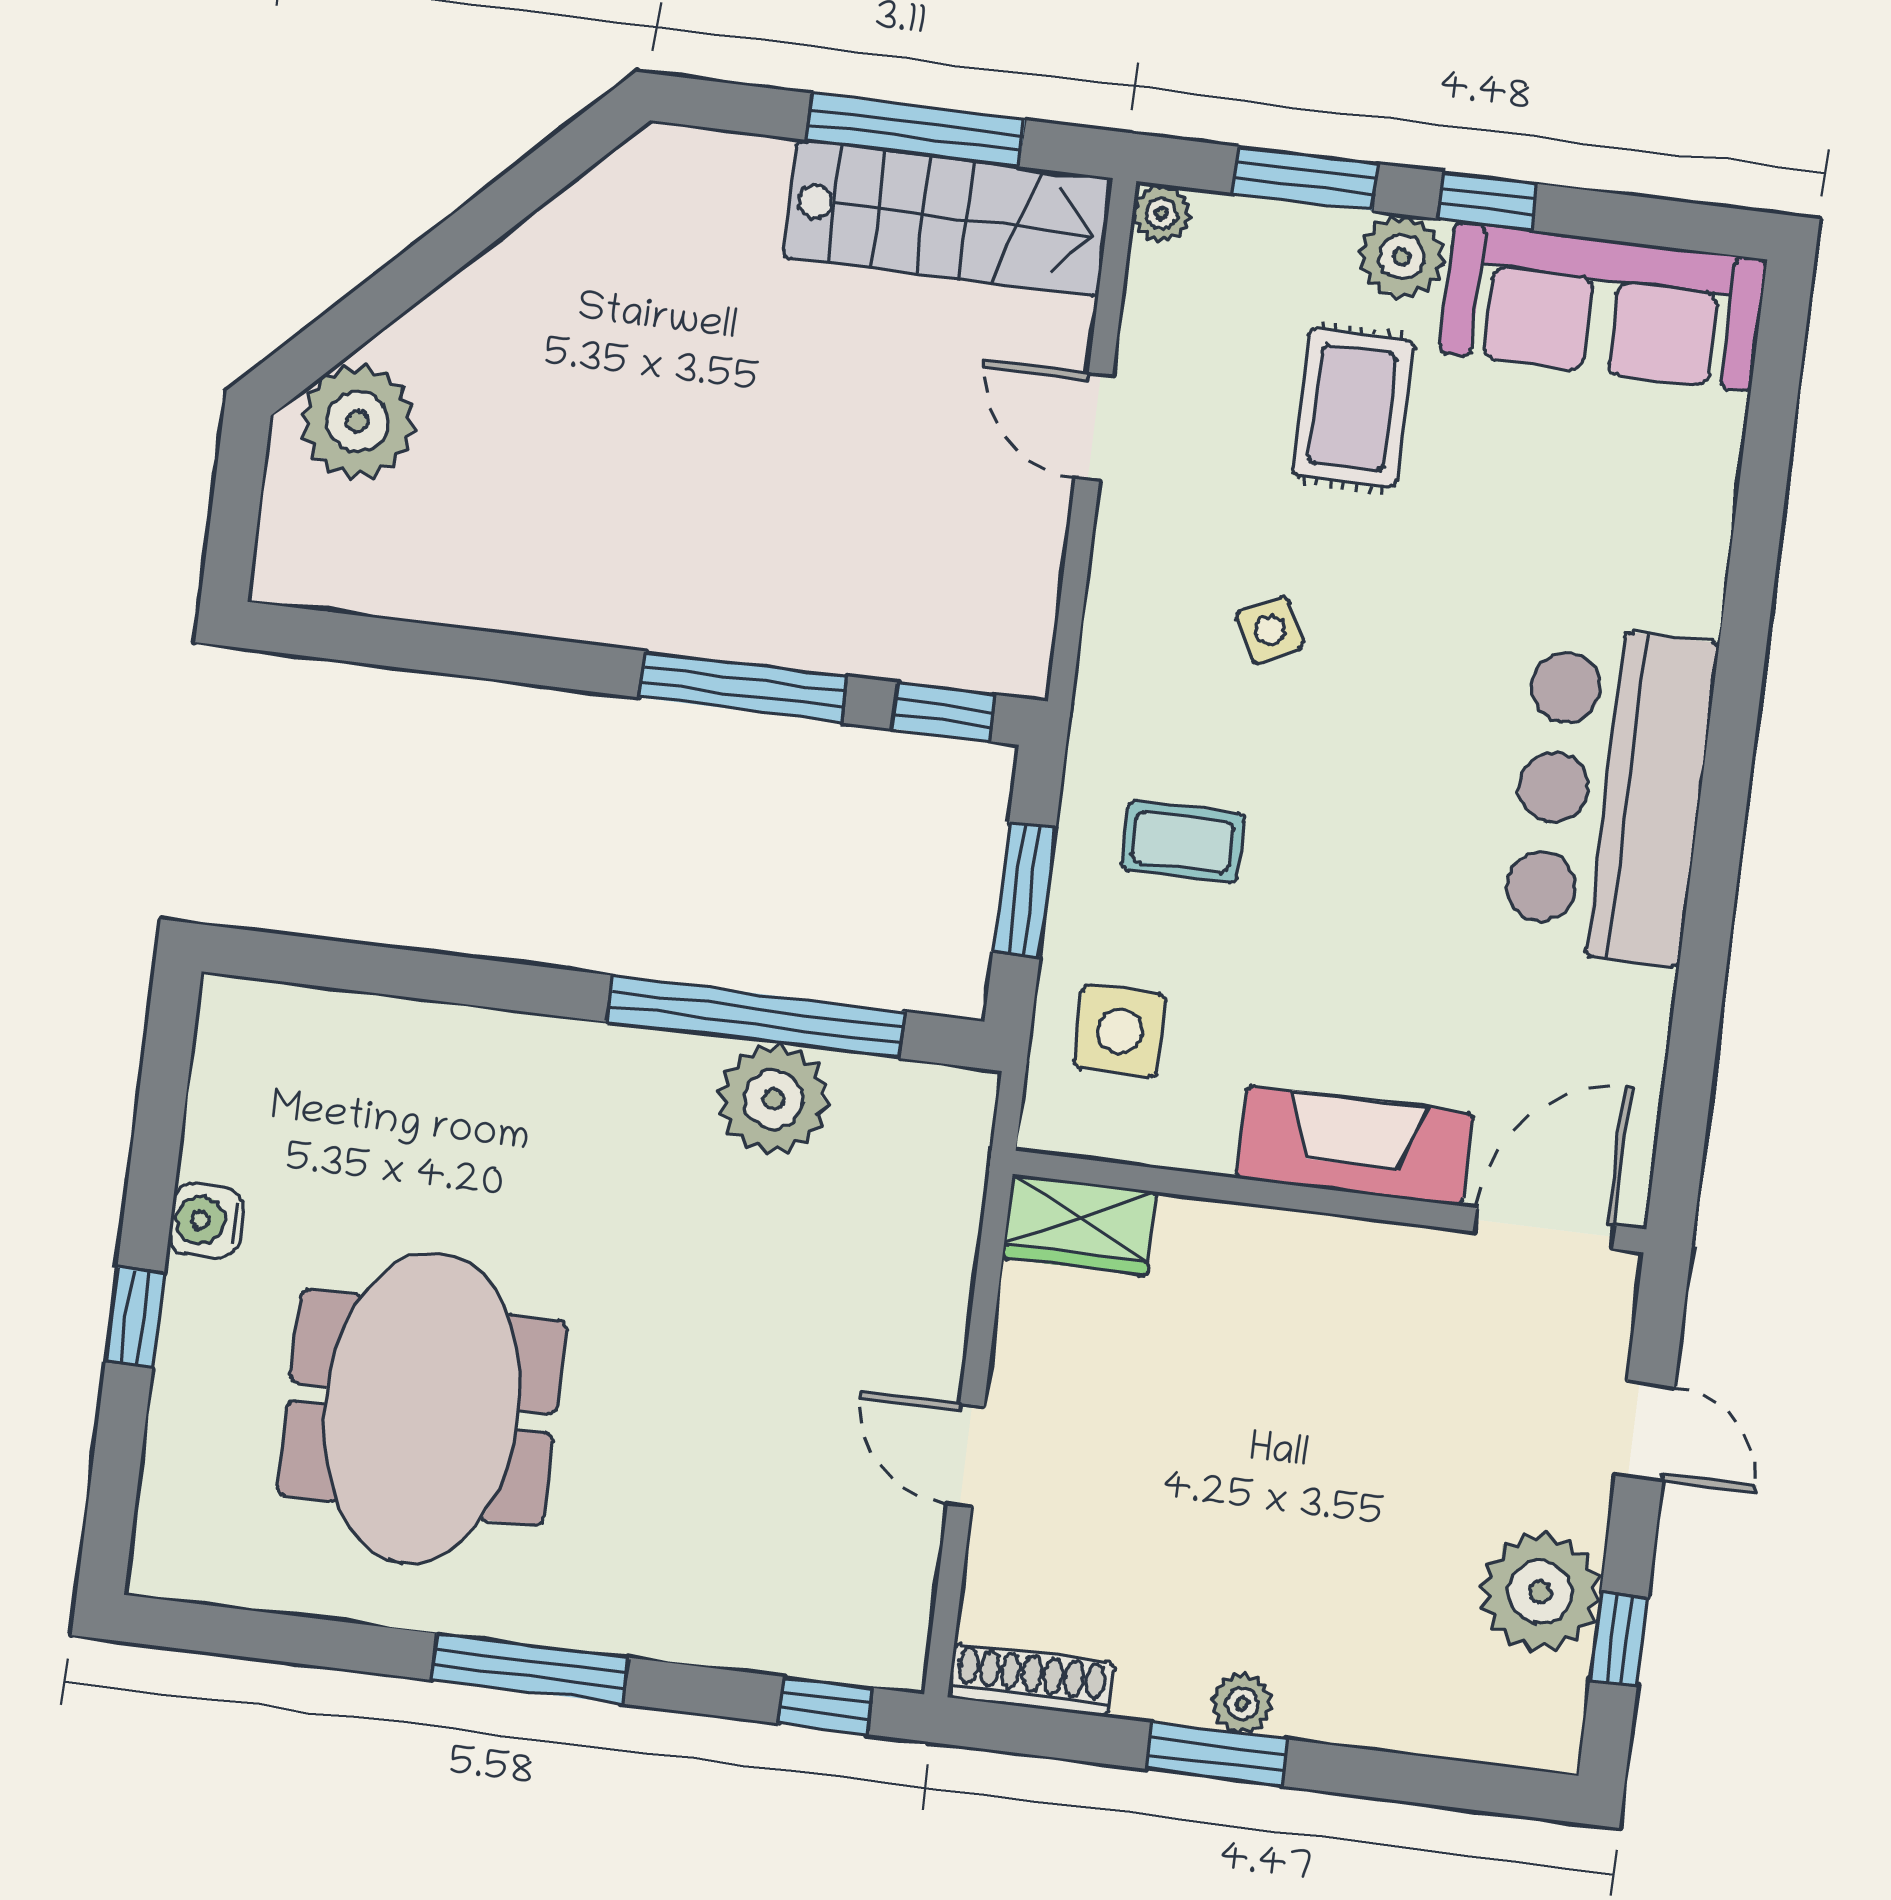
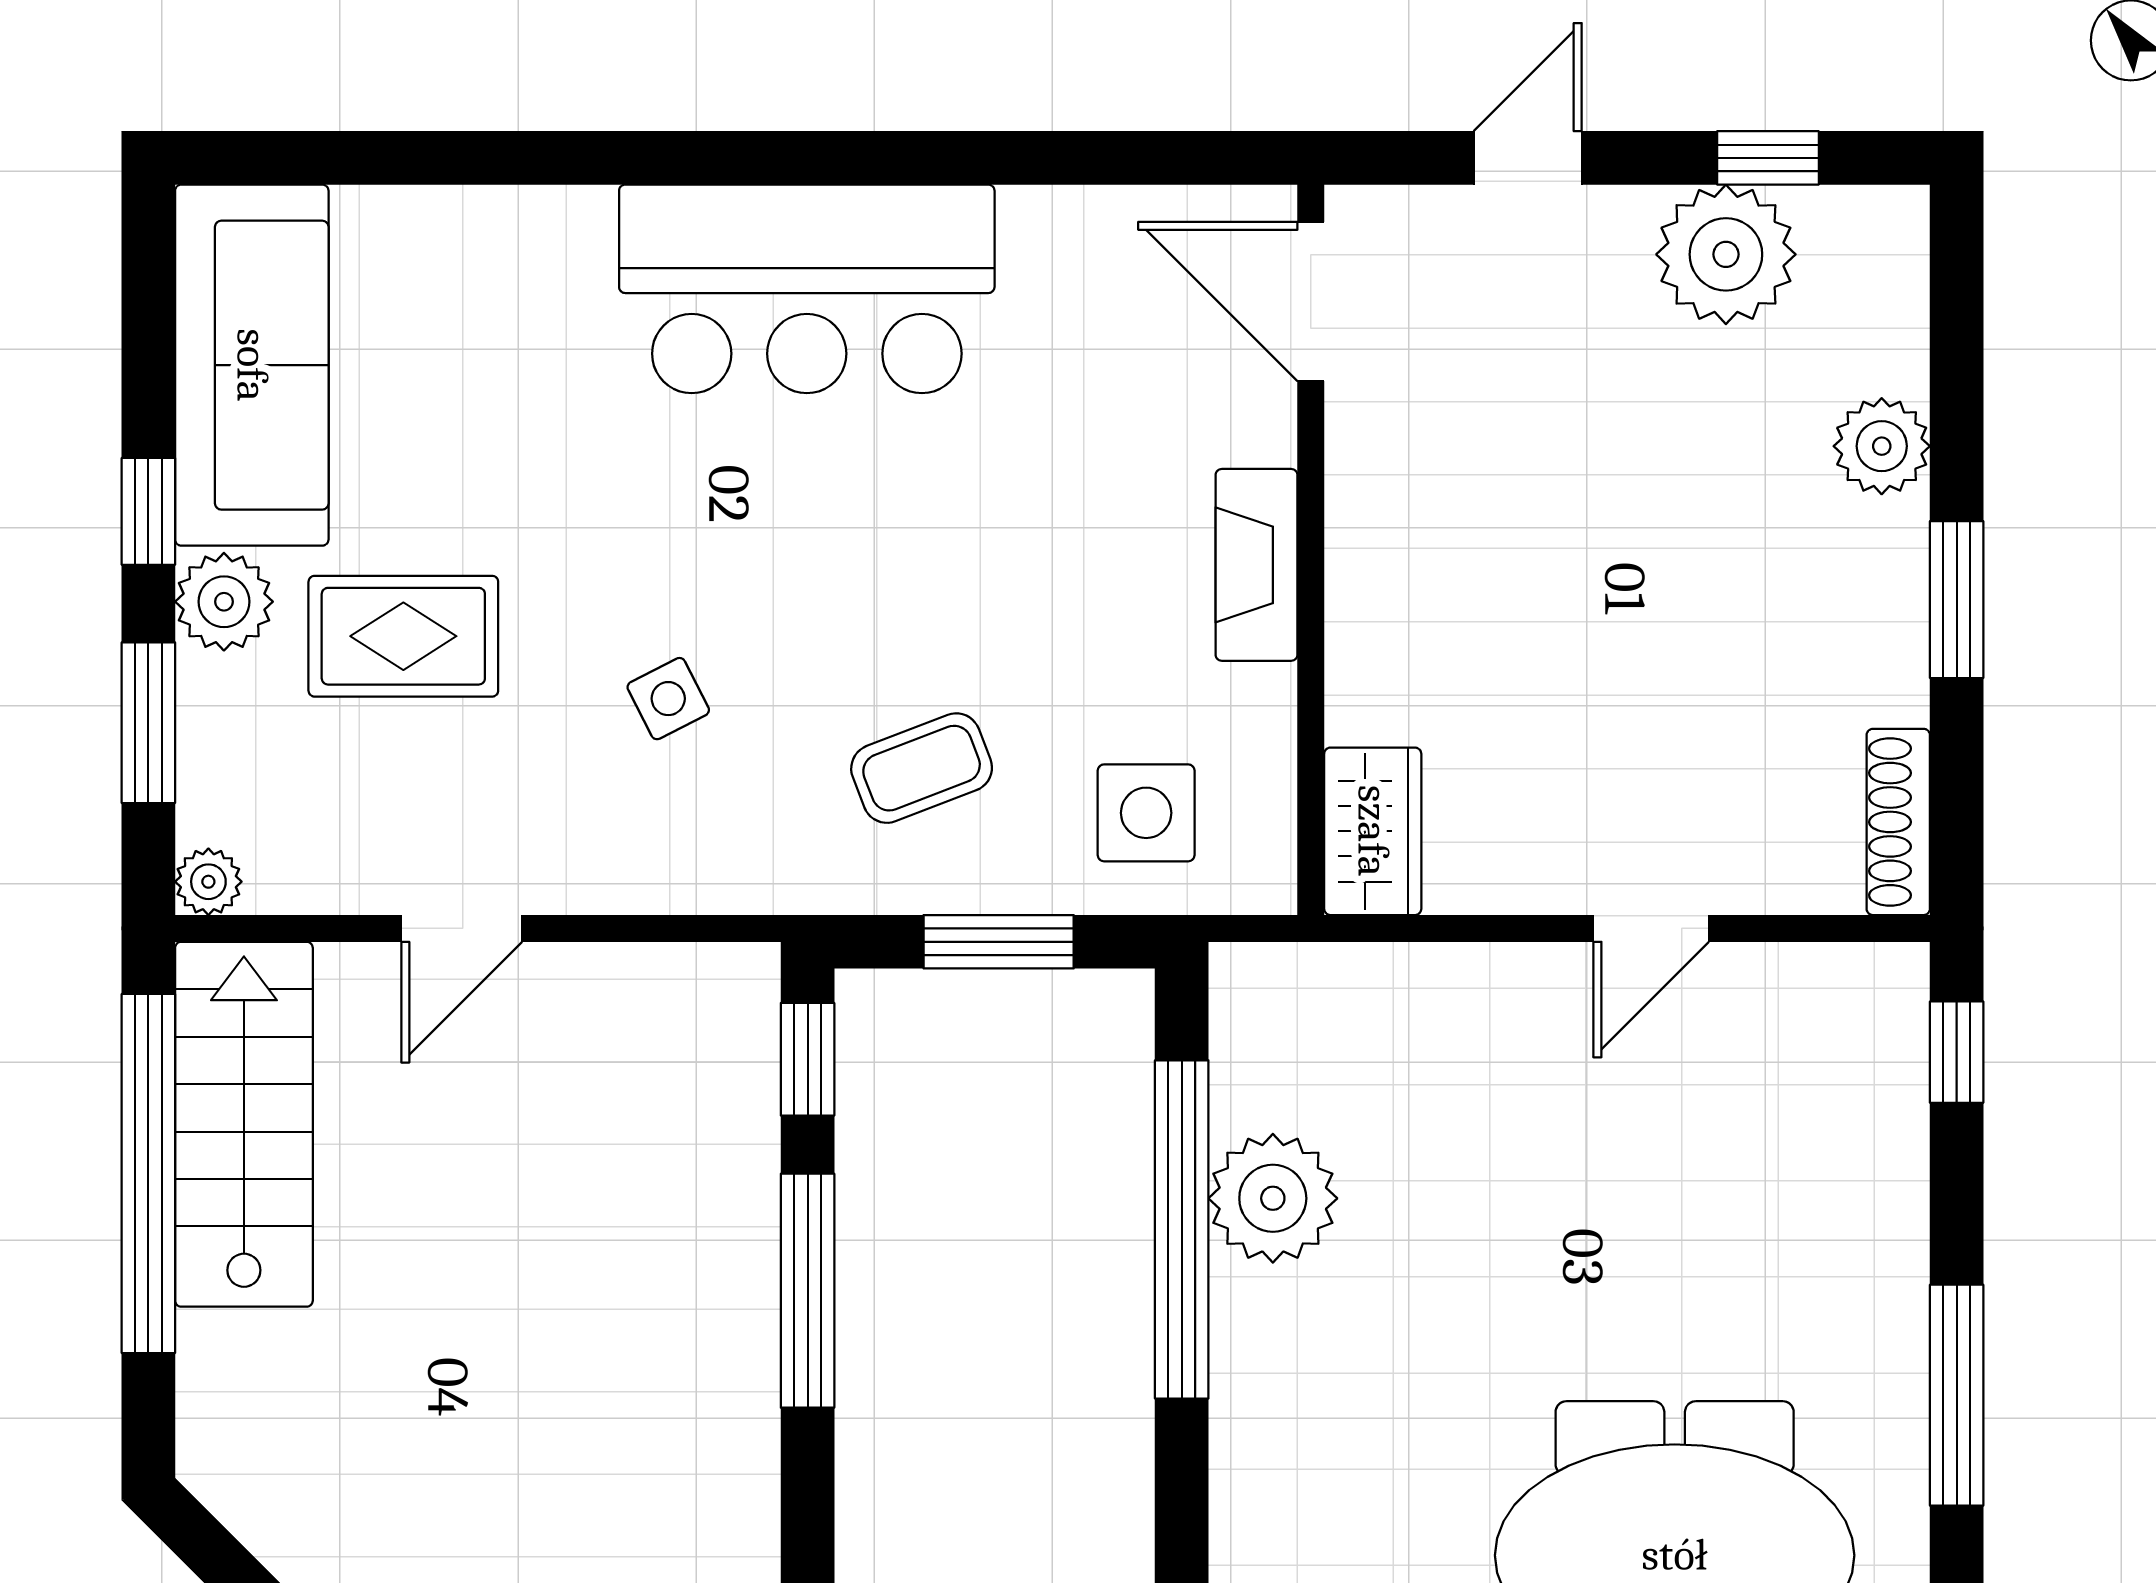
window: (916, 130) -> (148, 1174), width x1.46
coffee table: (1183, 842) -> (922, 768), turned 69
fireplace: (1354, 1146) -> (1256, 565), width x0.73, depth x0.76
plant: (1242, 1703) -> (1882, 446), moved, width x1.38, depth x1.38

